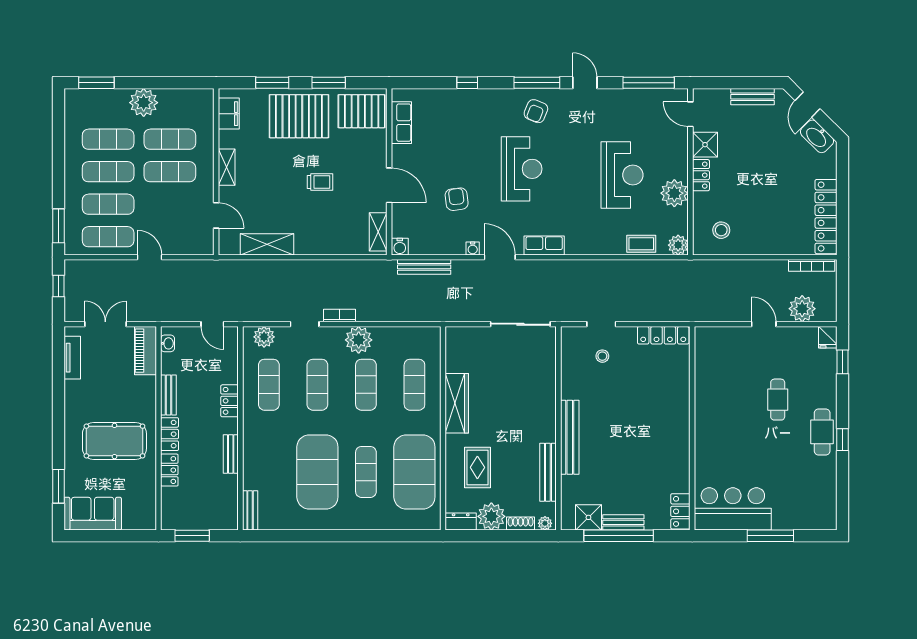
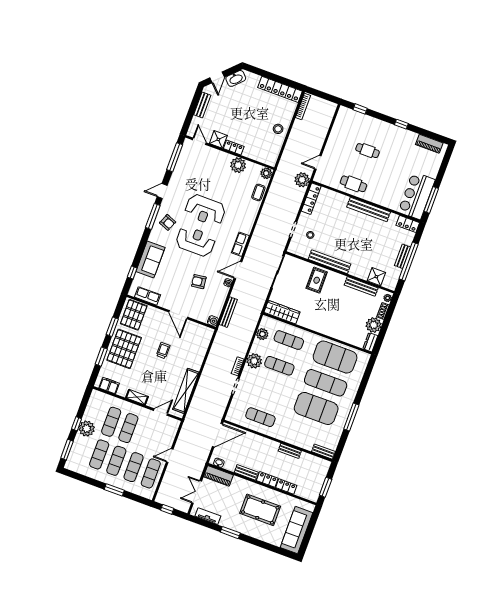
window: (145, 83) -> (77, 424), added
window: (467, 83) -> (132, 272), moved
sofa: (464, 105) -> (150, 259), added
door: (808, 105) -> (217, 77), hinge flipped
door: (690, 114) -> (199, 141), swing flipped
reception desk: (622, 175) -> (205, 210), moved, turned 180
door: (389, 185) -> (178, 315), swing flipped
window: (58, 226) -> (114, 490), moved
stool: (721, 230) -> (278, 129), moved
shelving: (378, 232) -> (201, 329), removed
shelving: (267, 244) -> (186, 391), width x1.47
plant: (802, 309) -> (302, 180), moved
door: (212, 324) -> (217, 435), width x1.88
door: (764, 324) -> (318, 162), moved
plant: (264, 337) -> (262, 334), moved
fridge: (828, 337) -> (344, 112), removed
exercise mat: (317, 385) -> (270, 391), removed
locker: (230, 401) -> (261, 441), removed
wardrobe: (457, 403) -> (282, 312), moved
cafe table: (822, 432) -> (353, 184), moved
bench: (570, 437) -> (330, 262), moved
bench: (681, 437) -> (369, 209), added
pool table: (114, 441) -> (260, 510), turned 90
rug: (477, 467) -> (317, 280), moved, turned 90
exercise mat: (366, 472) -> (326, 383), width x1.36, depth x1.45
window: (58, 486) -> (230, 533), moved
piano: (827, 498) -> (429, 144), added
sofa: (93, 514) -> (296, 530), width x1.36
shower: (588, 517) -> (376, 277), moved
window: (325, 536) -> (351, 417), added
window: (770, 536) -> (431, 200), moved

